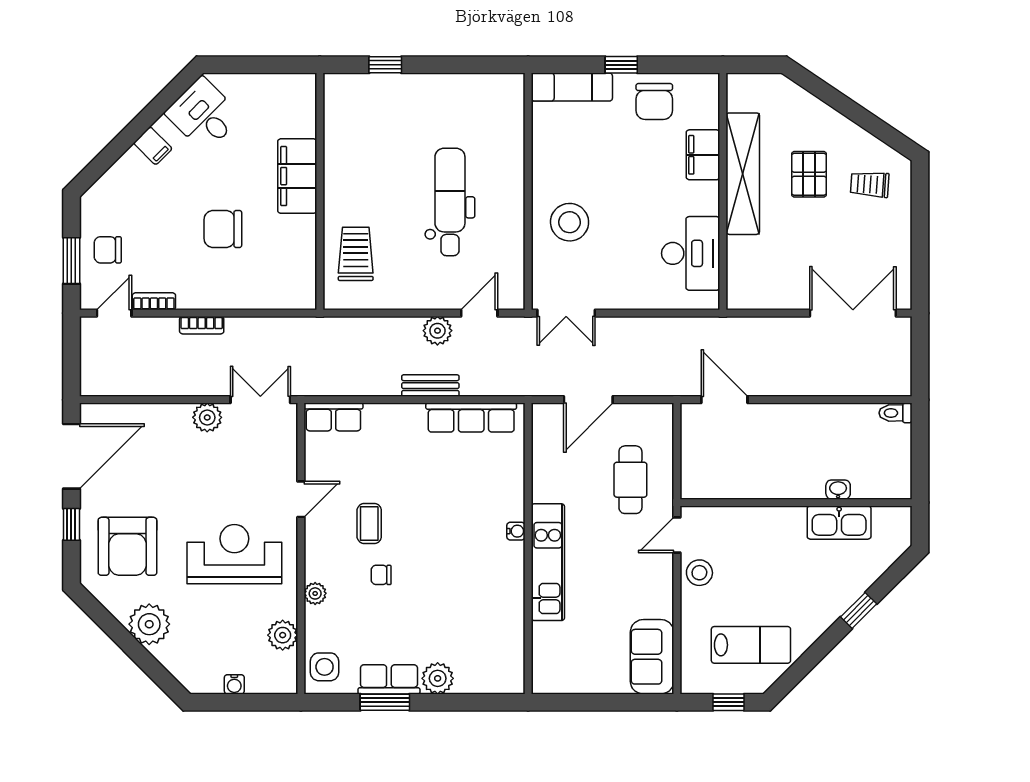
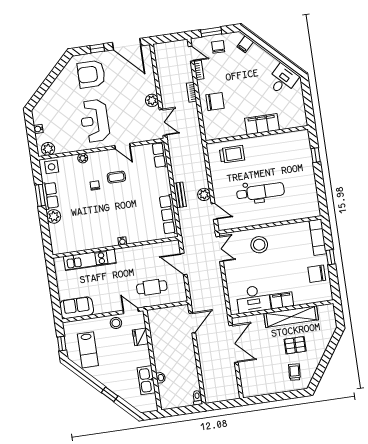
filing cabinet: (153, 146) -> (245, 44), moved
filing cabinet: (703, 155) -> (282, 300), moved
chair: (223, 229) -> (215, 102), moved, turned 90
double door: (566, 313) -> (220, 249), swing flipped
double door: (853, 313) -> (234, 344), moved
fridge: (739, 522) -> (140, 337), added
reception desk: (234, 554) -> (95, 121), turned 180
kitchen unit: (548, 562) -> (90, 260), moved
plant: (149, 624) -> (59, 88), removed
plant: (283, 635) -> (48, 149), moved

